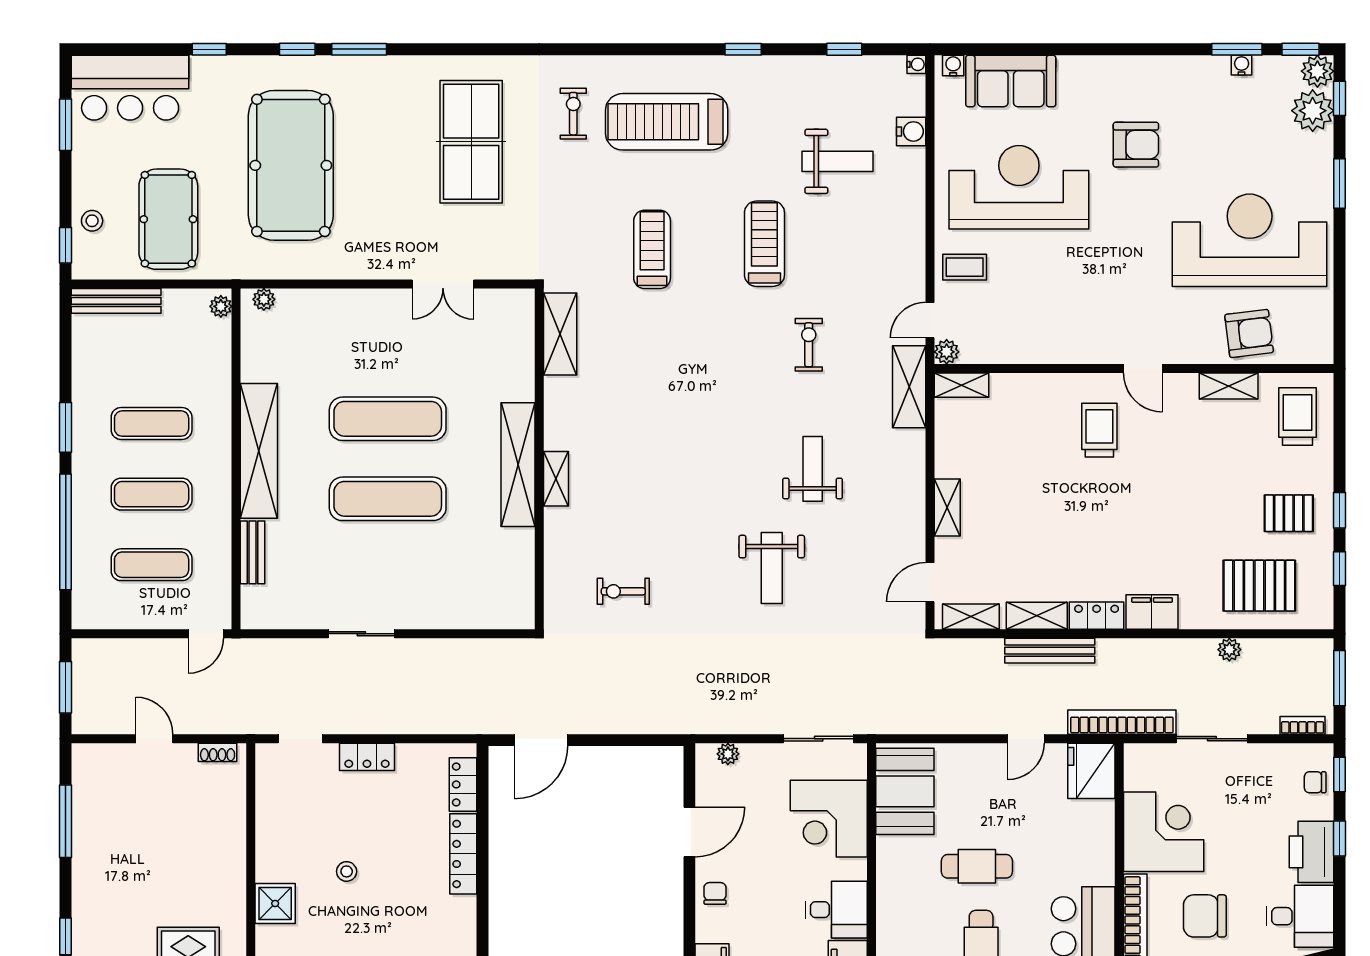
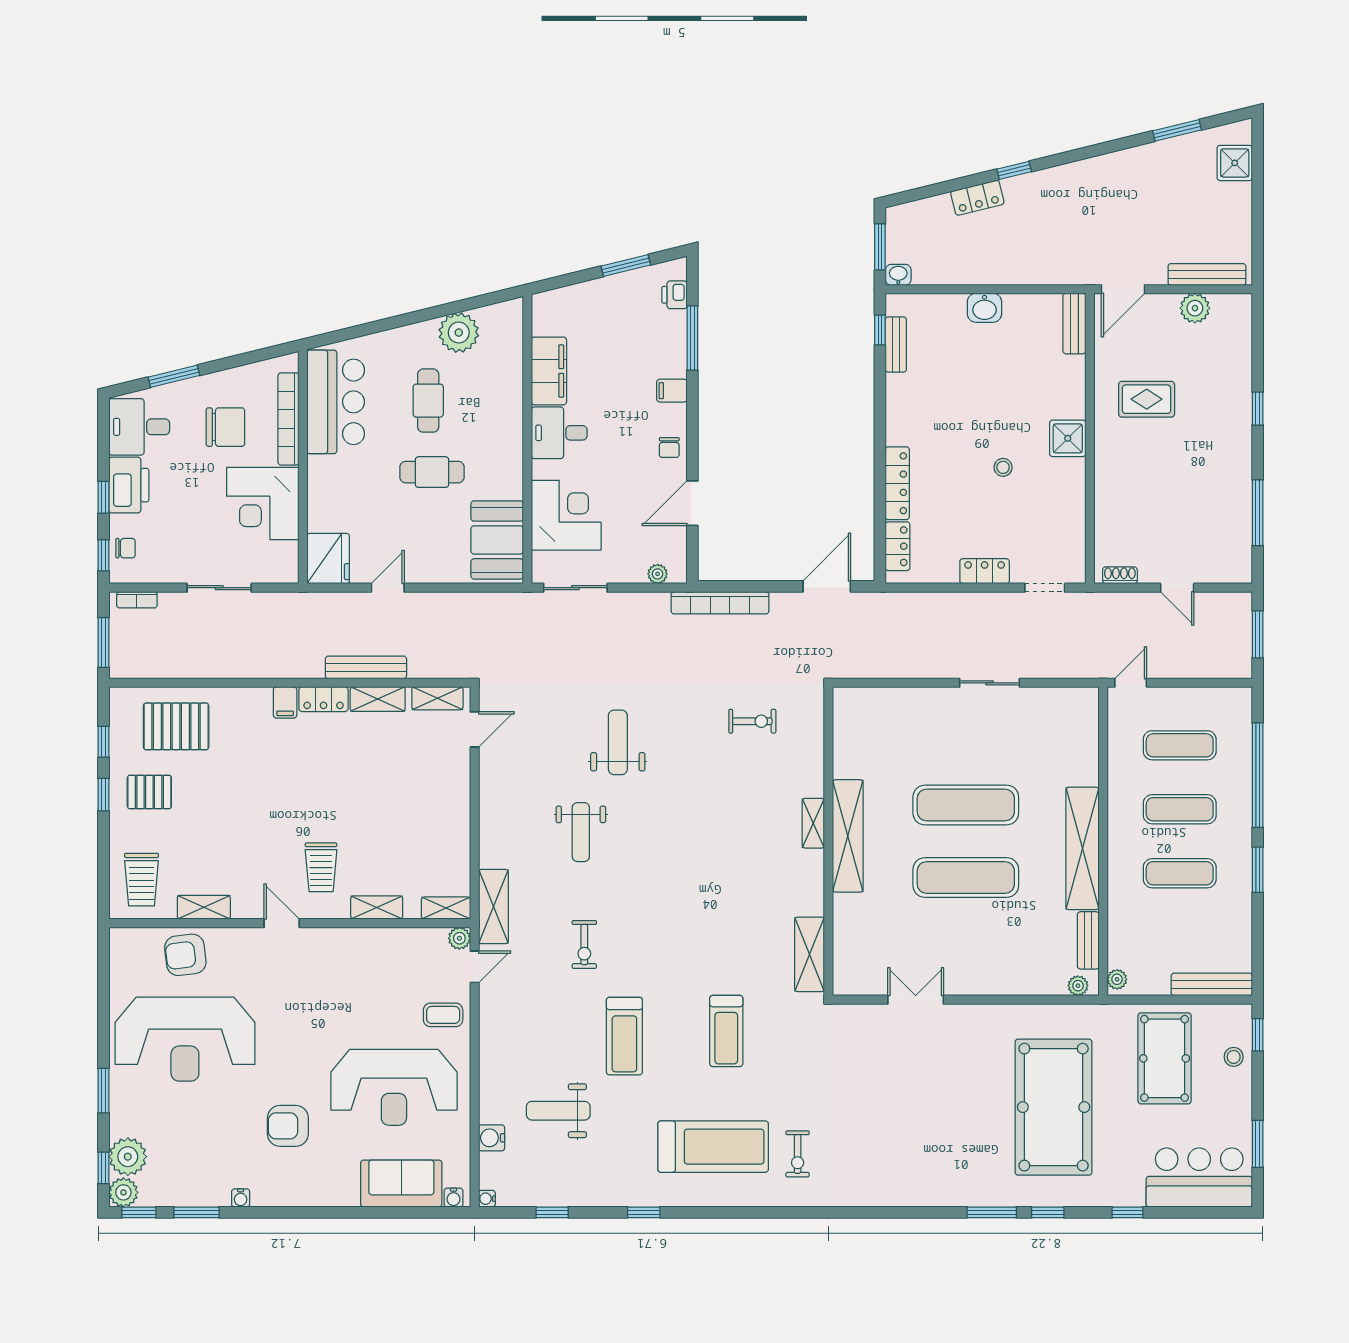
water cooler: (1242, 65) -> (241, 1198), moved
table tennis table: (471, 142) -> (890, 1129), removed
shelving: (947, 507) -> (377, 907), moved, turned 90
bench: (253, 552) -> (1088, 940), moved
filing cabinet: (1152, 612) -> (285, 702), width x0.50
plant: (1229, 650) -> (203, 668), removed
bookcase: (1122, 722) -> (720, 603), moved

